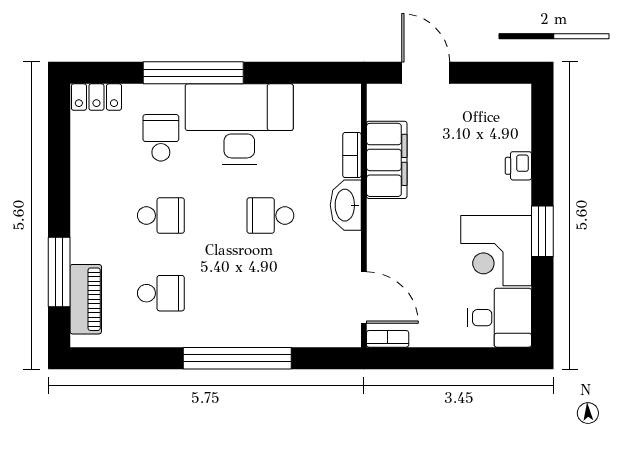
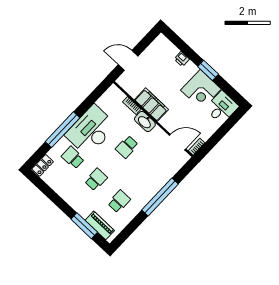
filing cabinet: (387, 160) -> (151, 105), moved

